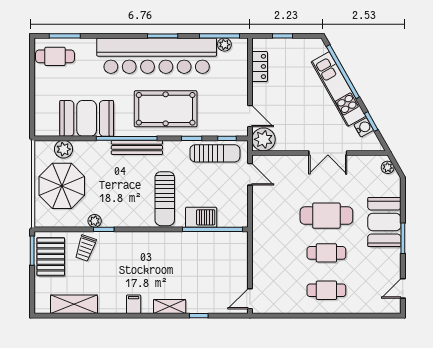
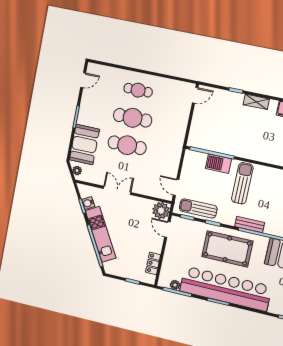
bench: (137, 147) -> (250, 224), width x0.73
booth: (384, 222) -> (84, 145), moved
cafe table: (326, 253) -> (133, 118), width x1.37, depth x1.35

